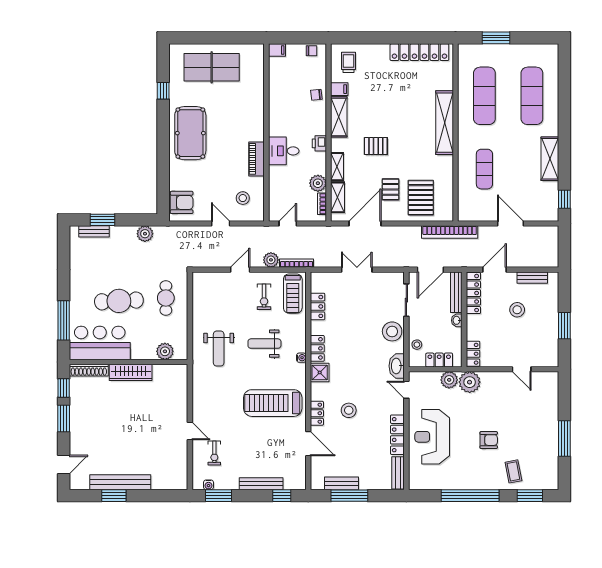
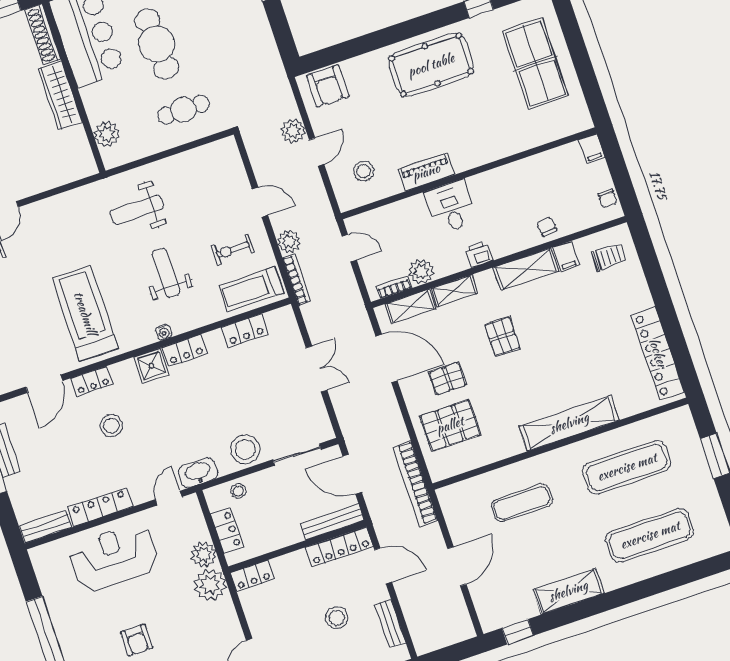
plant: (145, 234) -> (293, 131), moved
washbasin: (457, 320) -> (292, 536), removed

